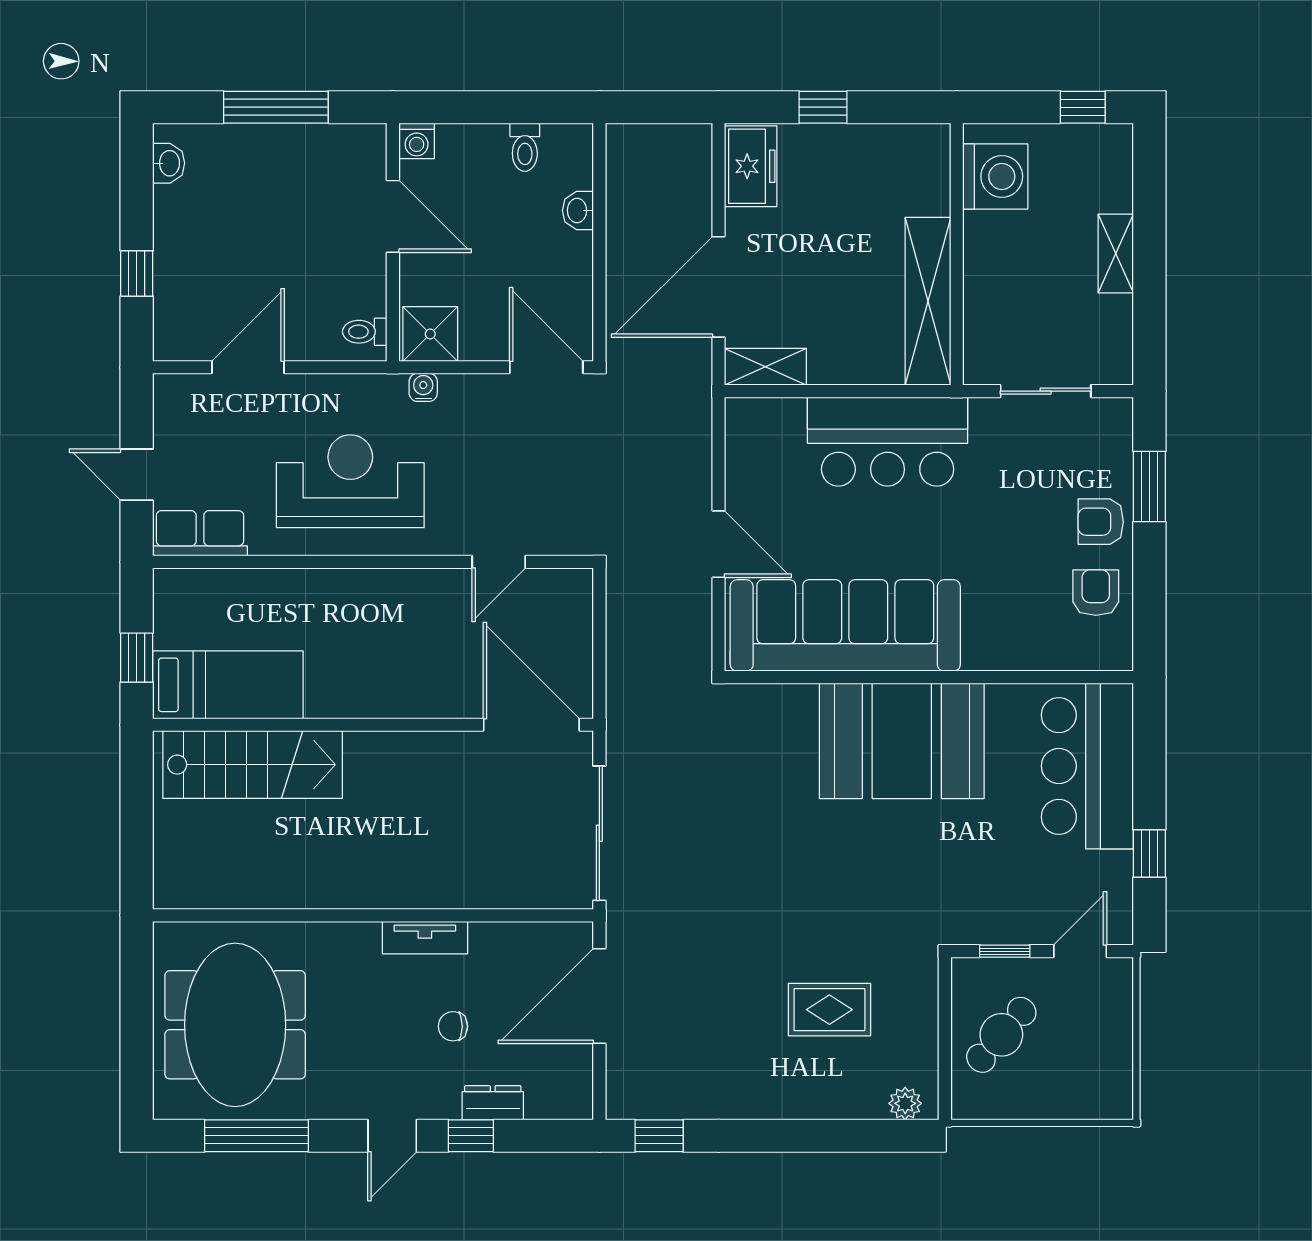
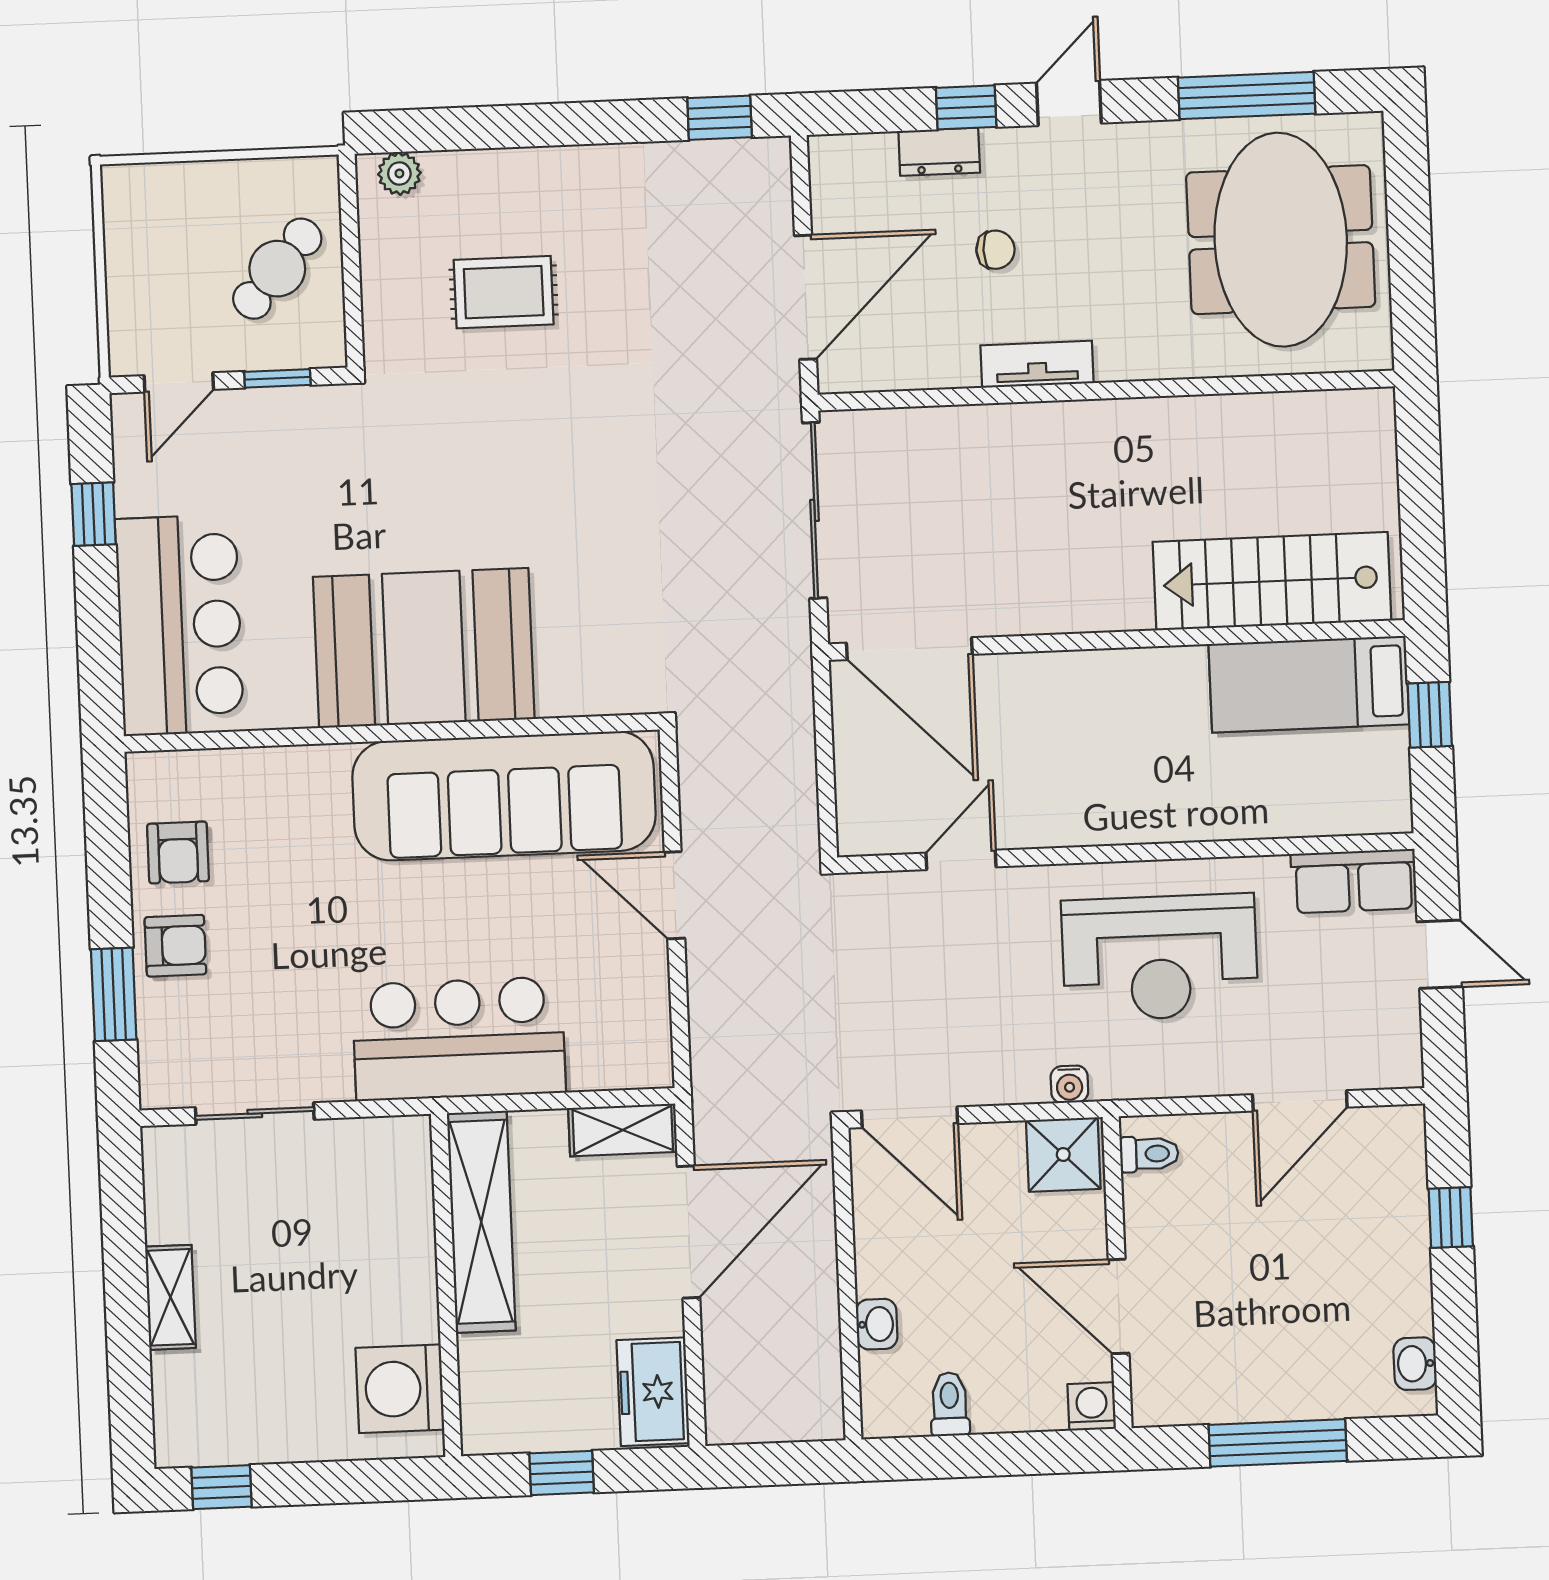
washing machine: (995, 176) -> (400, 1389), moved
wall: (957, 254) -> (446, 1285), moved
shelving: (928, 301) -> (481, 1222), moved

